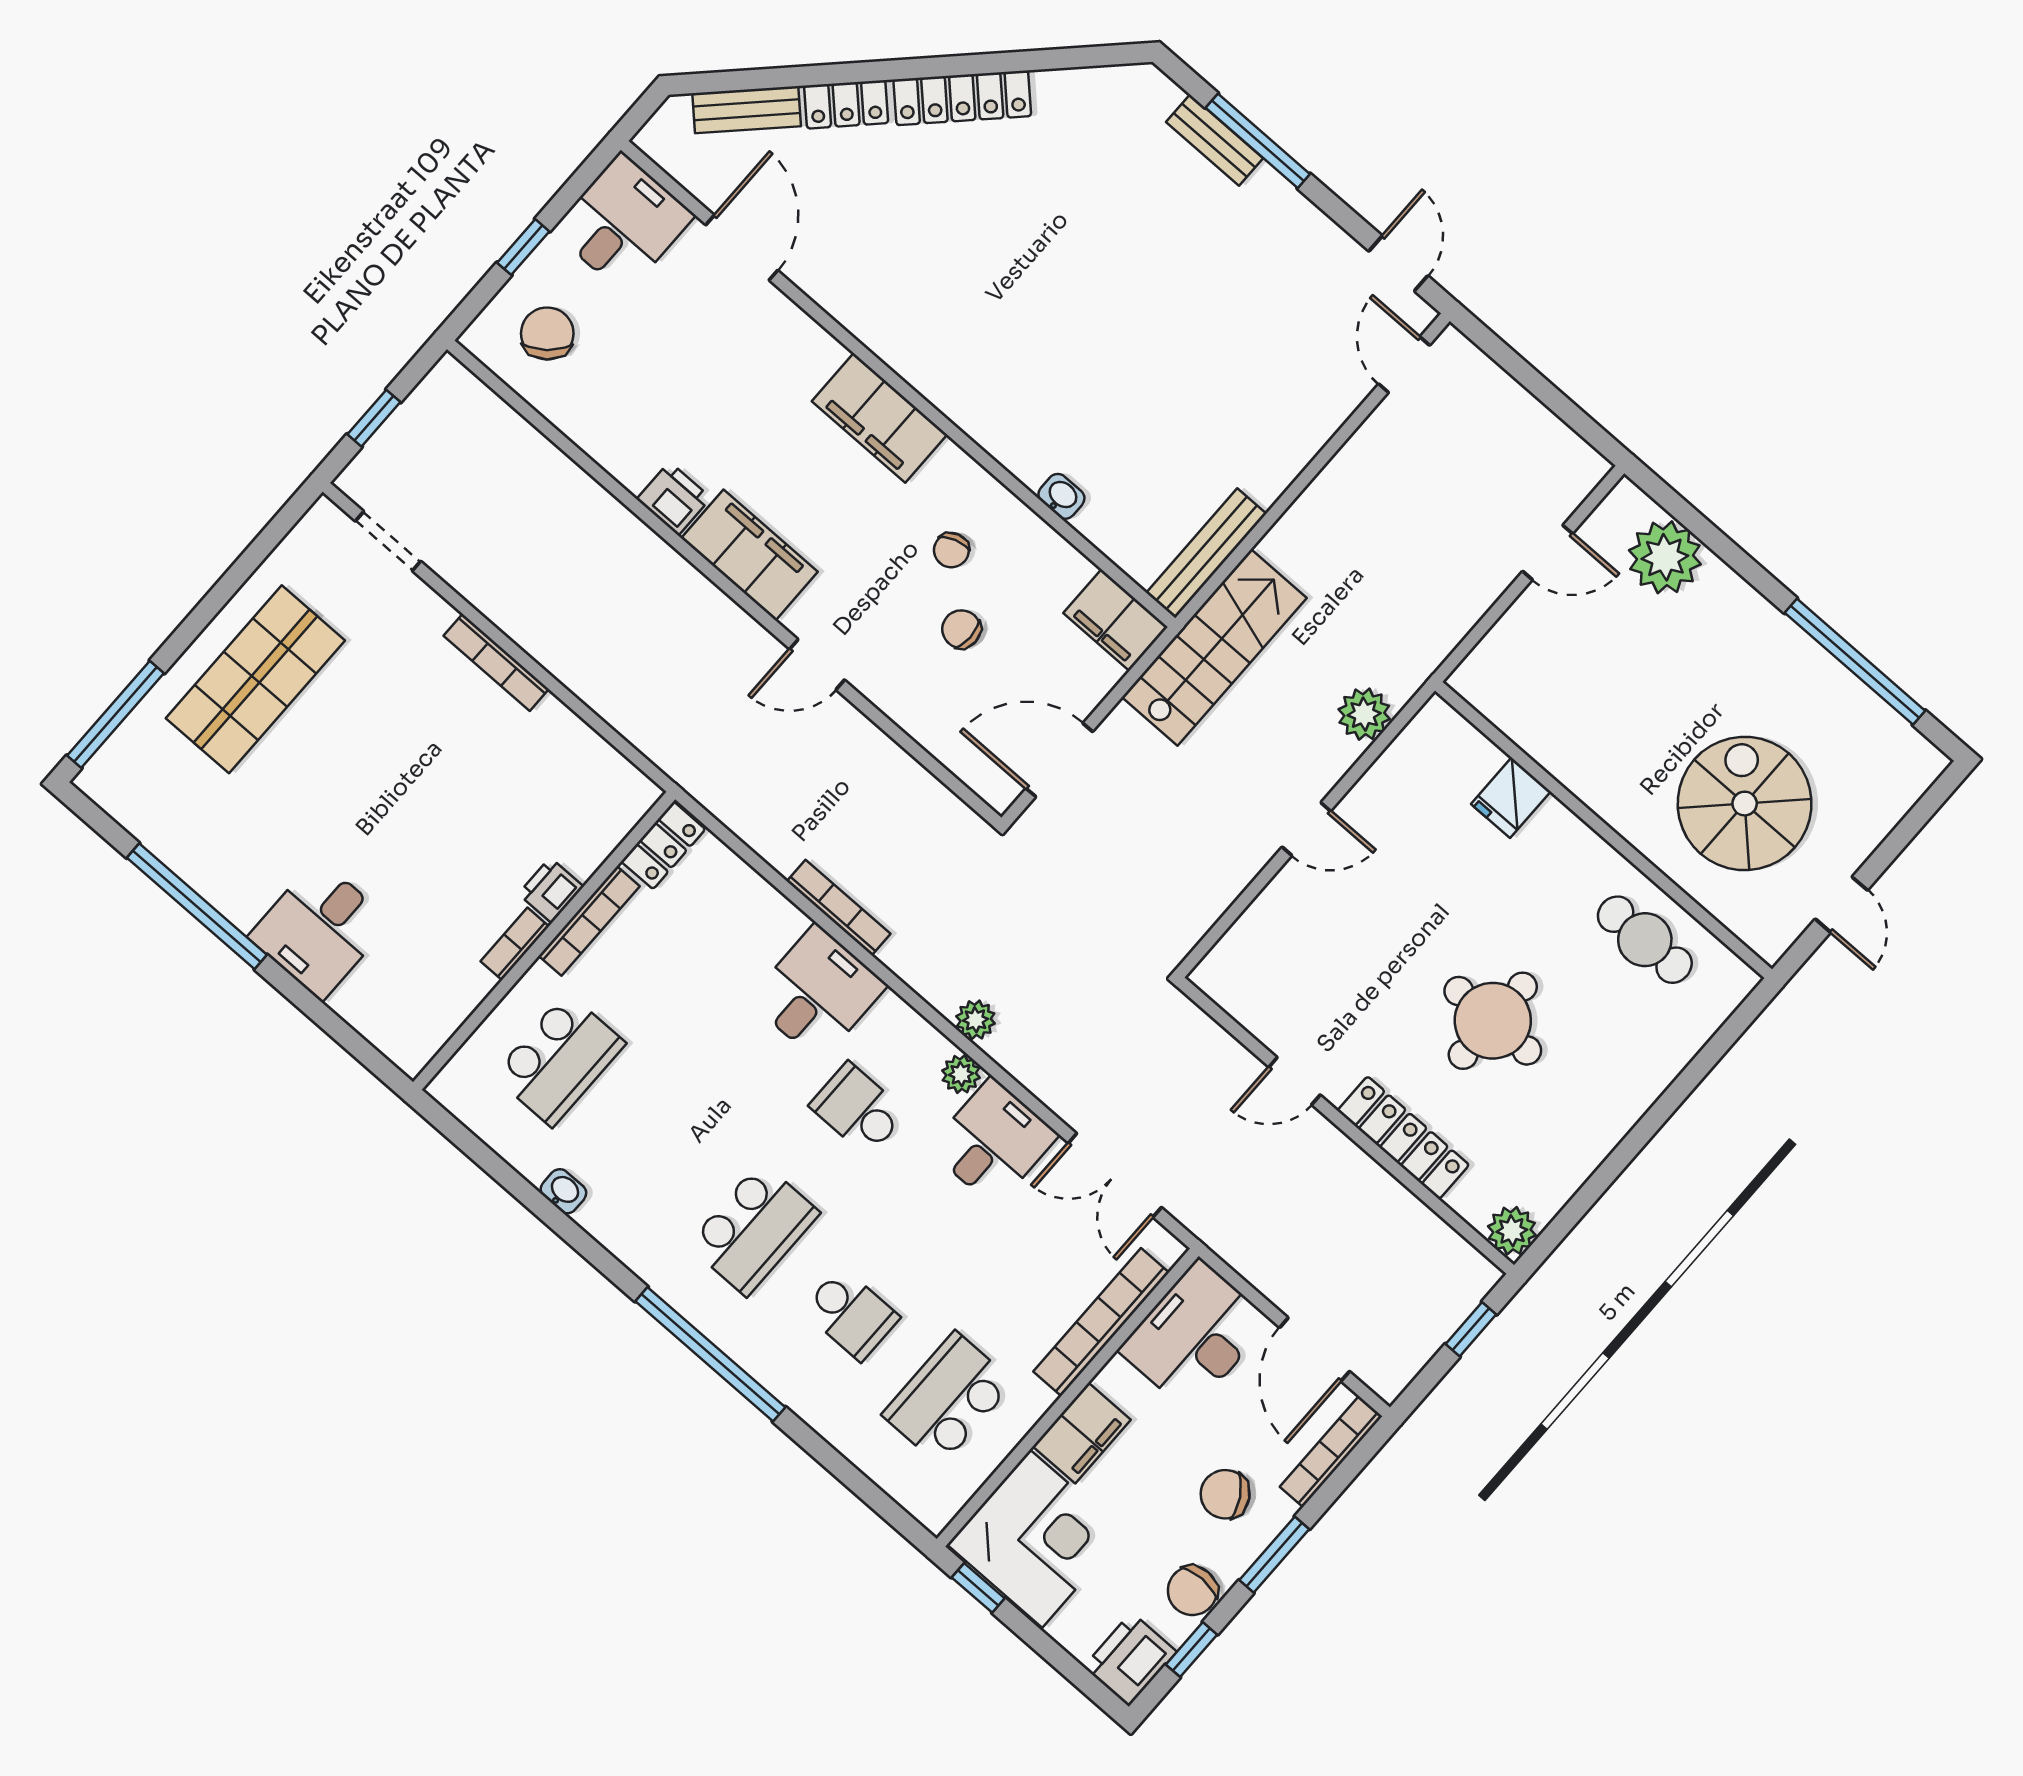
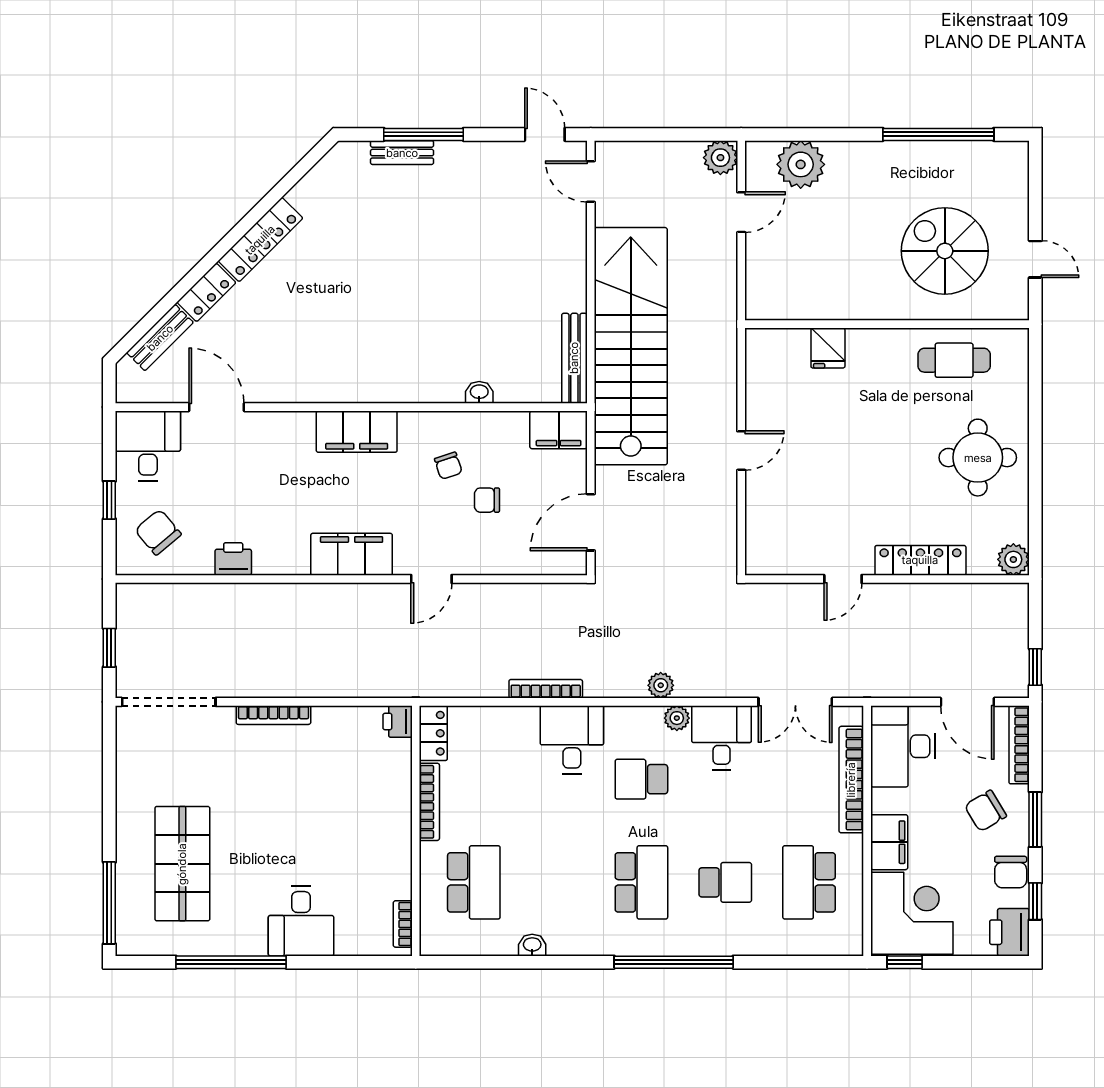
printer: (674, 499) -> (233, 559), moved
doorway: (388, 541) -> (169, 702), width x1.87
stairs: (1214, 647) -> (631, 346), width x1.86, depth x1.51
shop shelf: (255, 679) -> (182, 864), moved
plant: (1364, 714) -> (720, 158), moved
printer: (551, 890) -> (398, 721), moved
bookcase: (515, 944) -> (403, 924), moved
round table: (1493, 1021) -> (978, 458), moved
window: (1471, 1329) -> (1035, 667), moved

